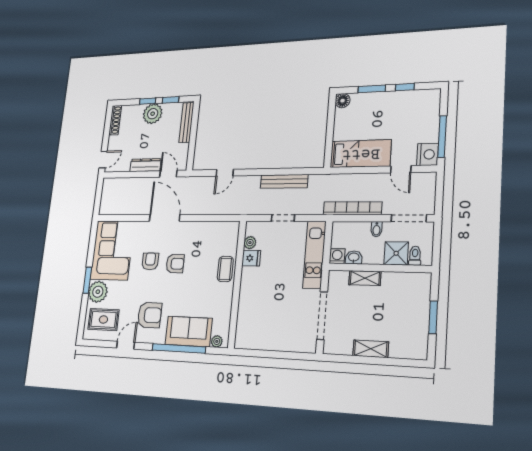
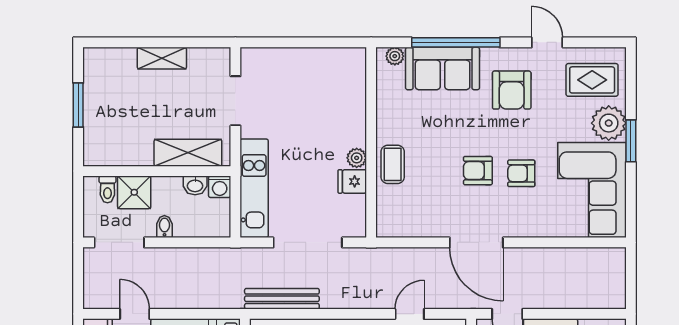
bench: (284, 181) -> (282, 299), moved
bookcase: (352, 208) -> (202, 257), removed
door: (165, 218) -> (476, 242), moved
doorway: (283, 218) -> (308, 242), width x1.88
plant: (250, 243) -> (357, 158), moved
armchair: (150, 261) -> (521, 173), turned 90
shelving: (365, 278) -> (188, 153), width x1.50, depth x1.33
armchair: (150, 315) -> (512, 90), turned -90
doorway: (322, 316) -> (235, 101), width x0.73
door: (126, 345) -> (547, 42), swing flipped

